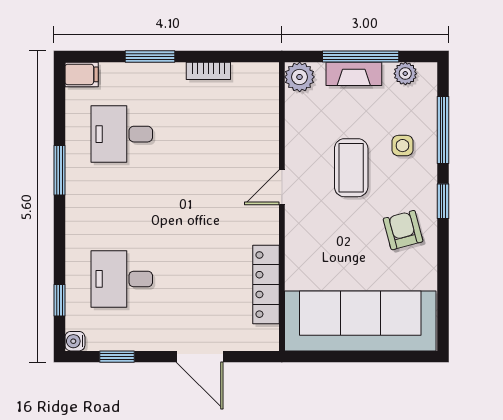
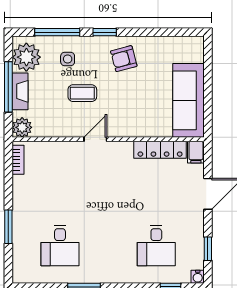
bookcase: (208, 71) -> (18, 160), moved
filing cabinet: (82, 74) -> (196, 152), moved, turned 180
plant: (405, 74) -> (26, 57), width x1.88, depth x1.88
coffee table: (351, 168) -> (82, 93), width x0.73, depth x0.77
door: (282, 187) -> (95, 139), swing flipped
sofa: (360, 321) -> (188, 100), width x0.74, depth x0.79

